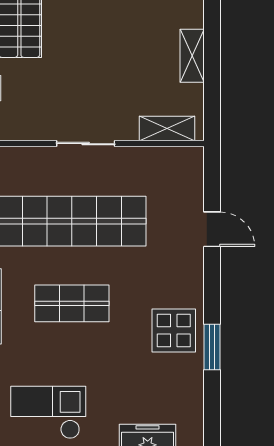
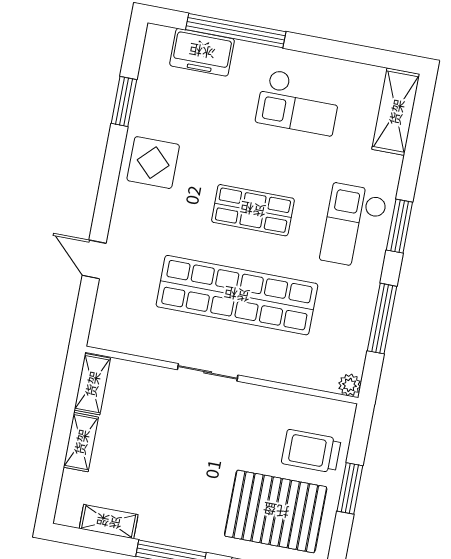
shelving: (167, 128) -> (92, 384), moved, turned 90
window: (212, 347) -> (124, 102), moved

